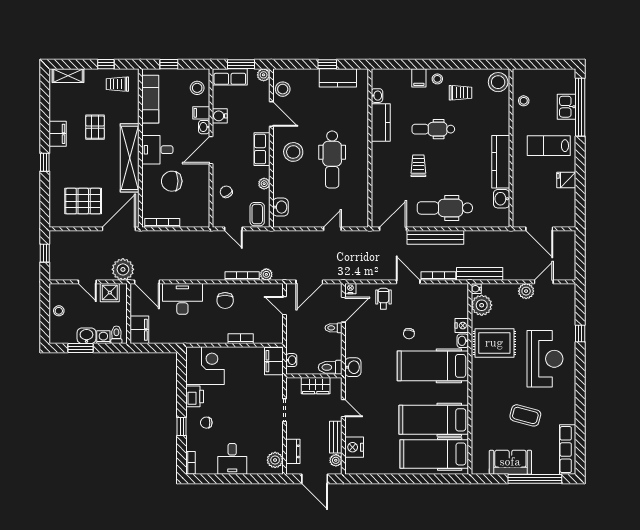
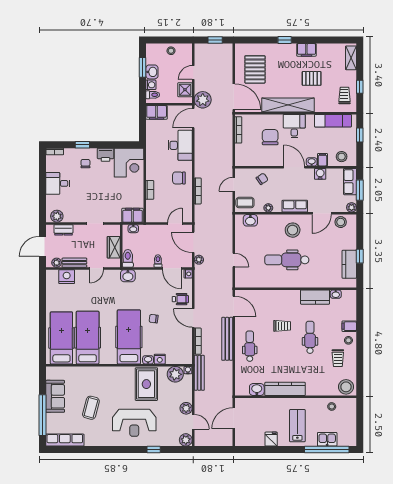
dental chair: (445, 208) -> (250, 346), width x0.73, depth x0.72
plant: (266, 274) -> (199, 260), moved
door: (408, 282) -> (193, 318), swing flipped
plant: (567, 292) -> (186, 440), added

